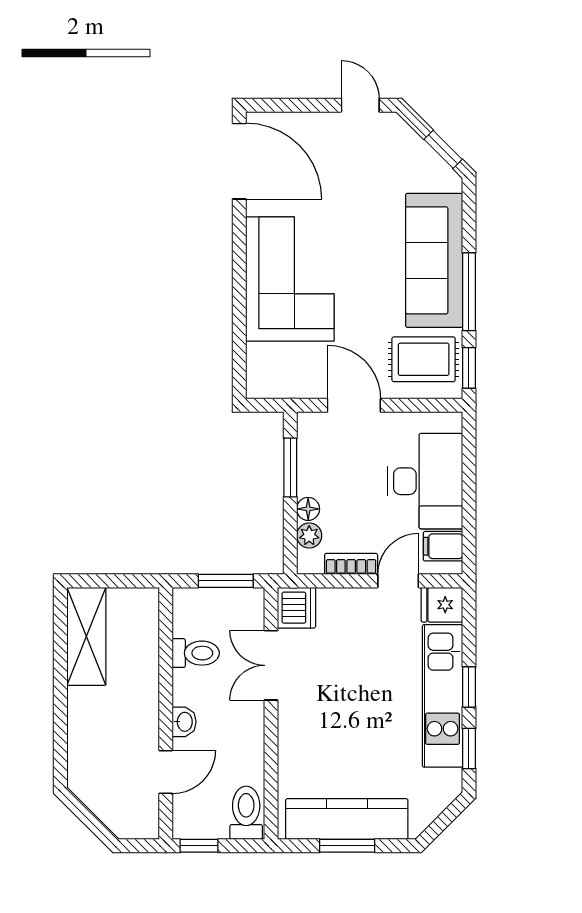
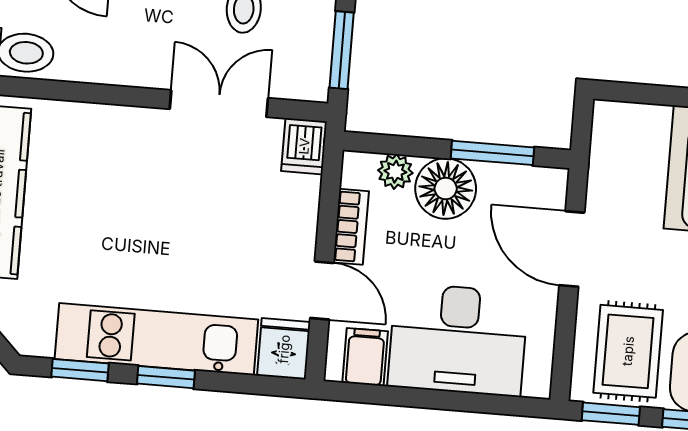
door: (354, 405) -> (572, 249), swing flipped
floor lamp: (308, 509) -> (446, 189), width x1.89, depth x1.89
dishwasher: (297, 608) -> (304, 146), width x0.73

